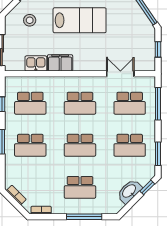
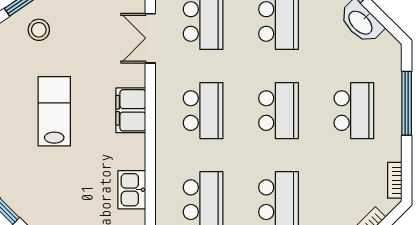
stool: (30, 20) -> (39, 30), moved
lab bench: (80, 20) -> (54, 111), width x0.73, depth x0.72
filing cabinet: (60, 63) -> (131, 110), moved

